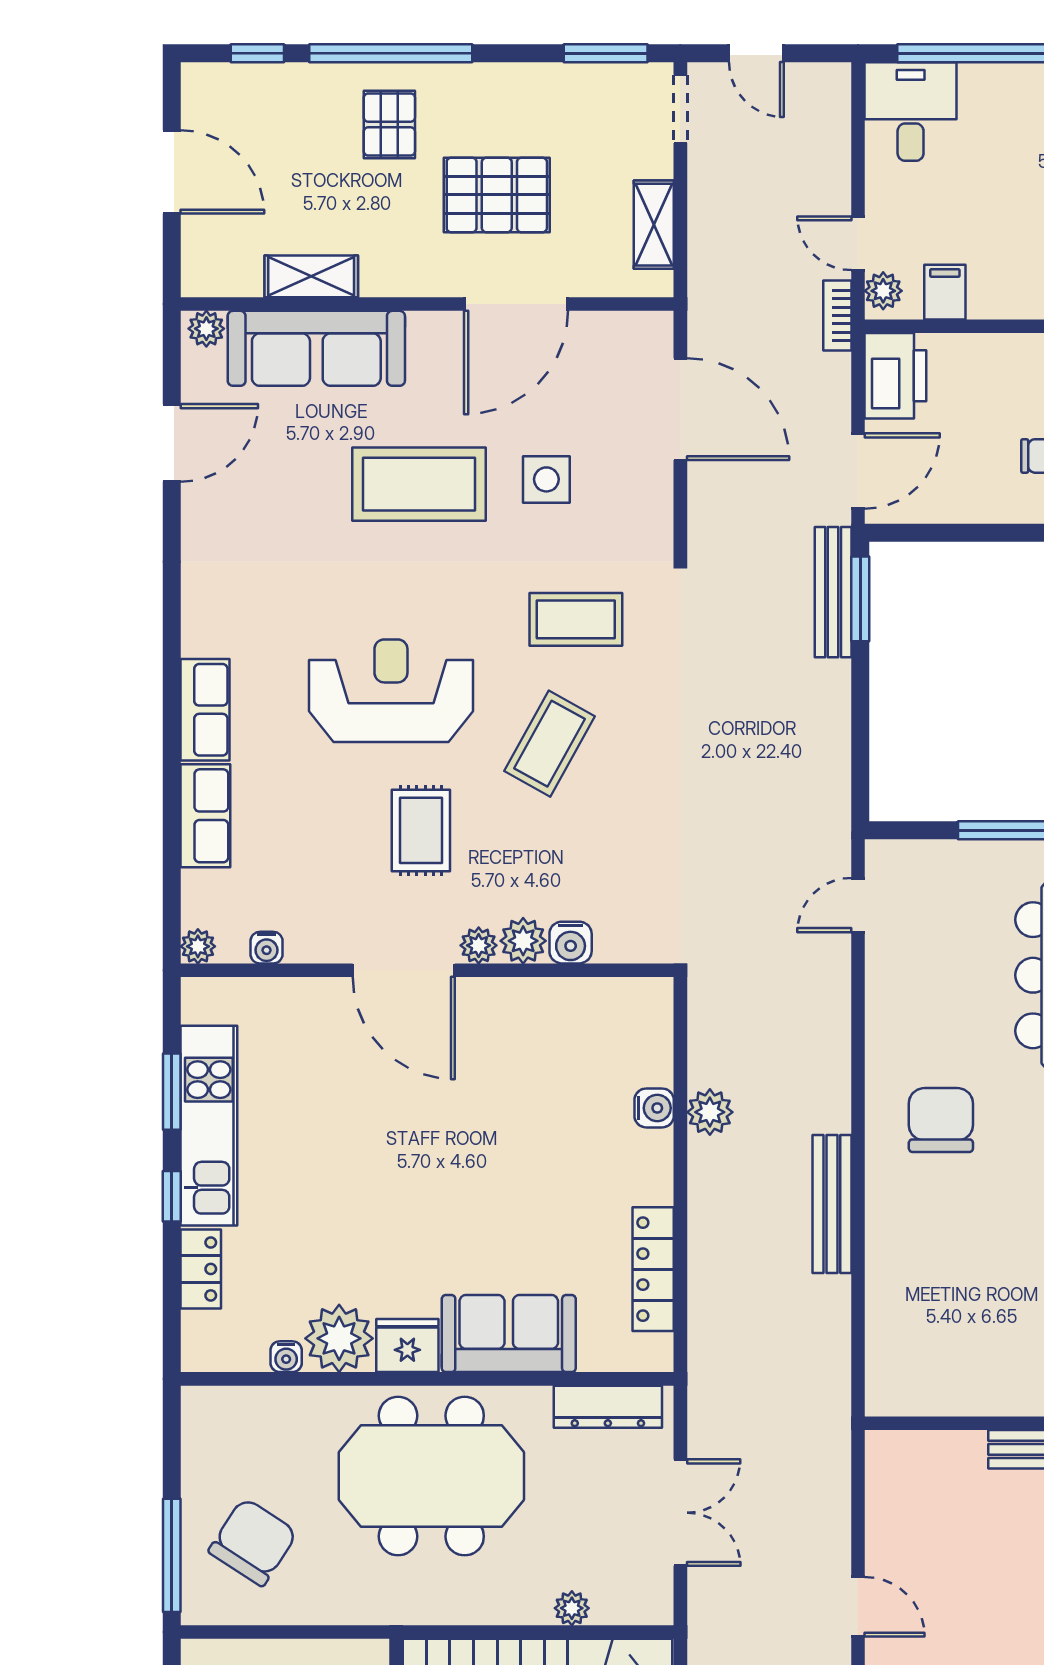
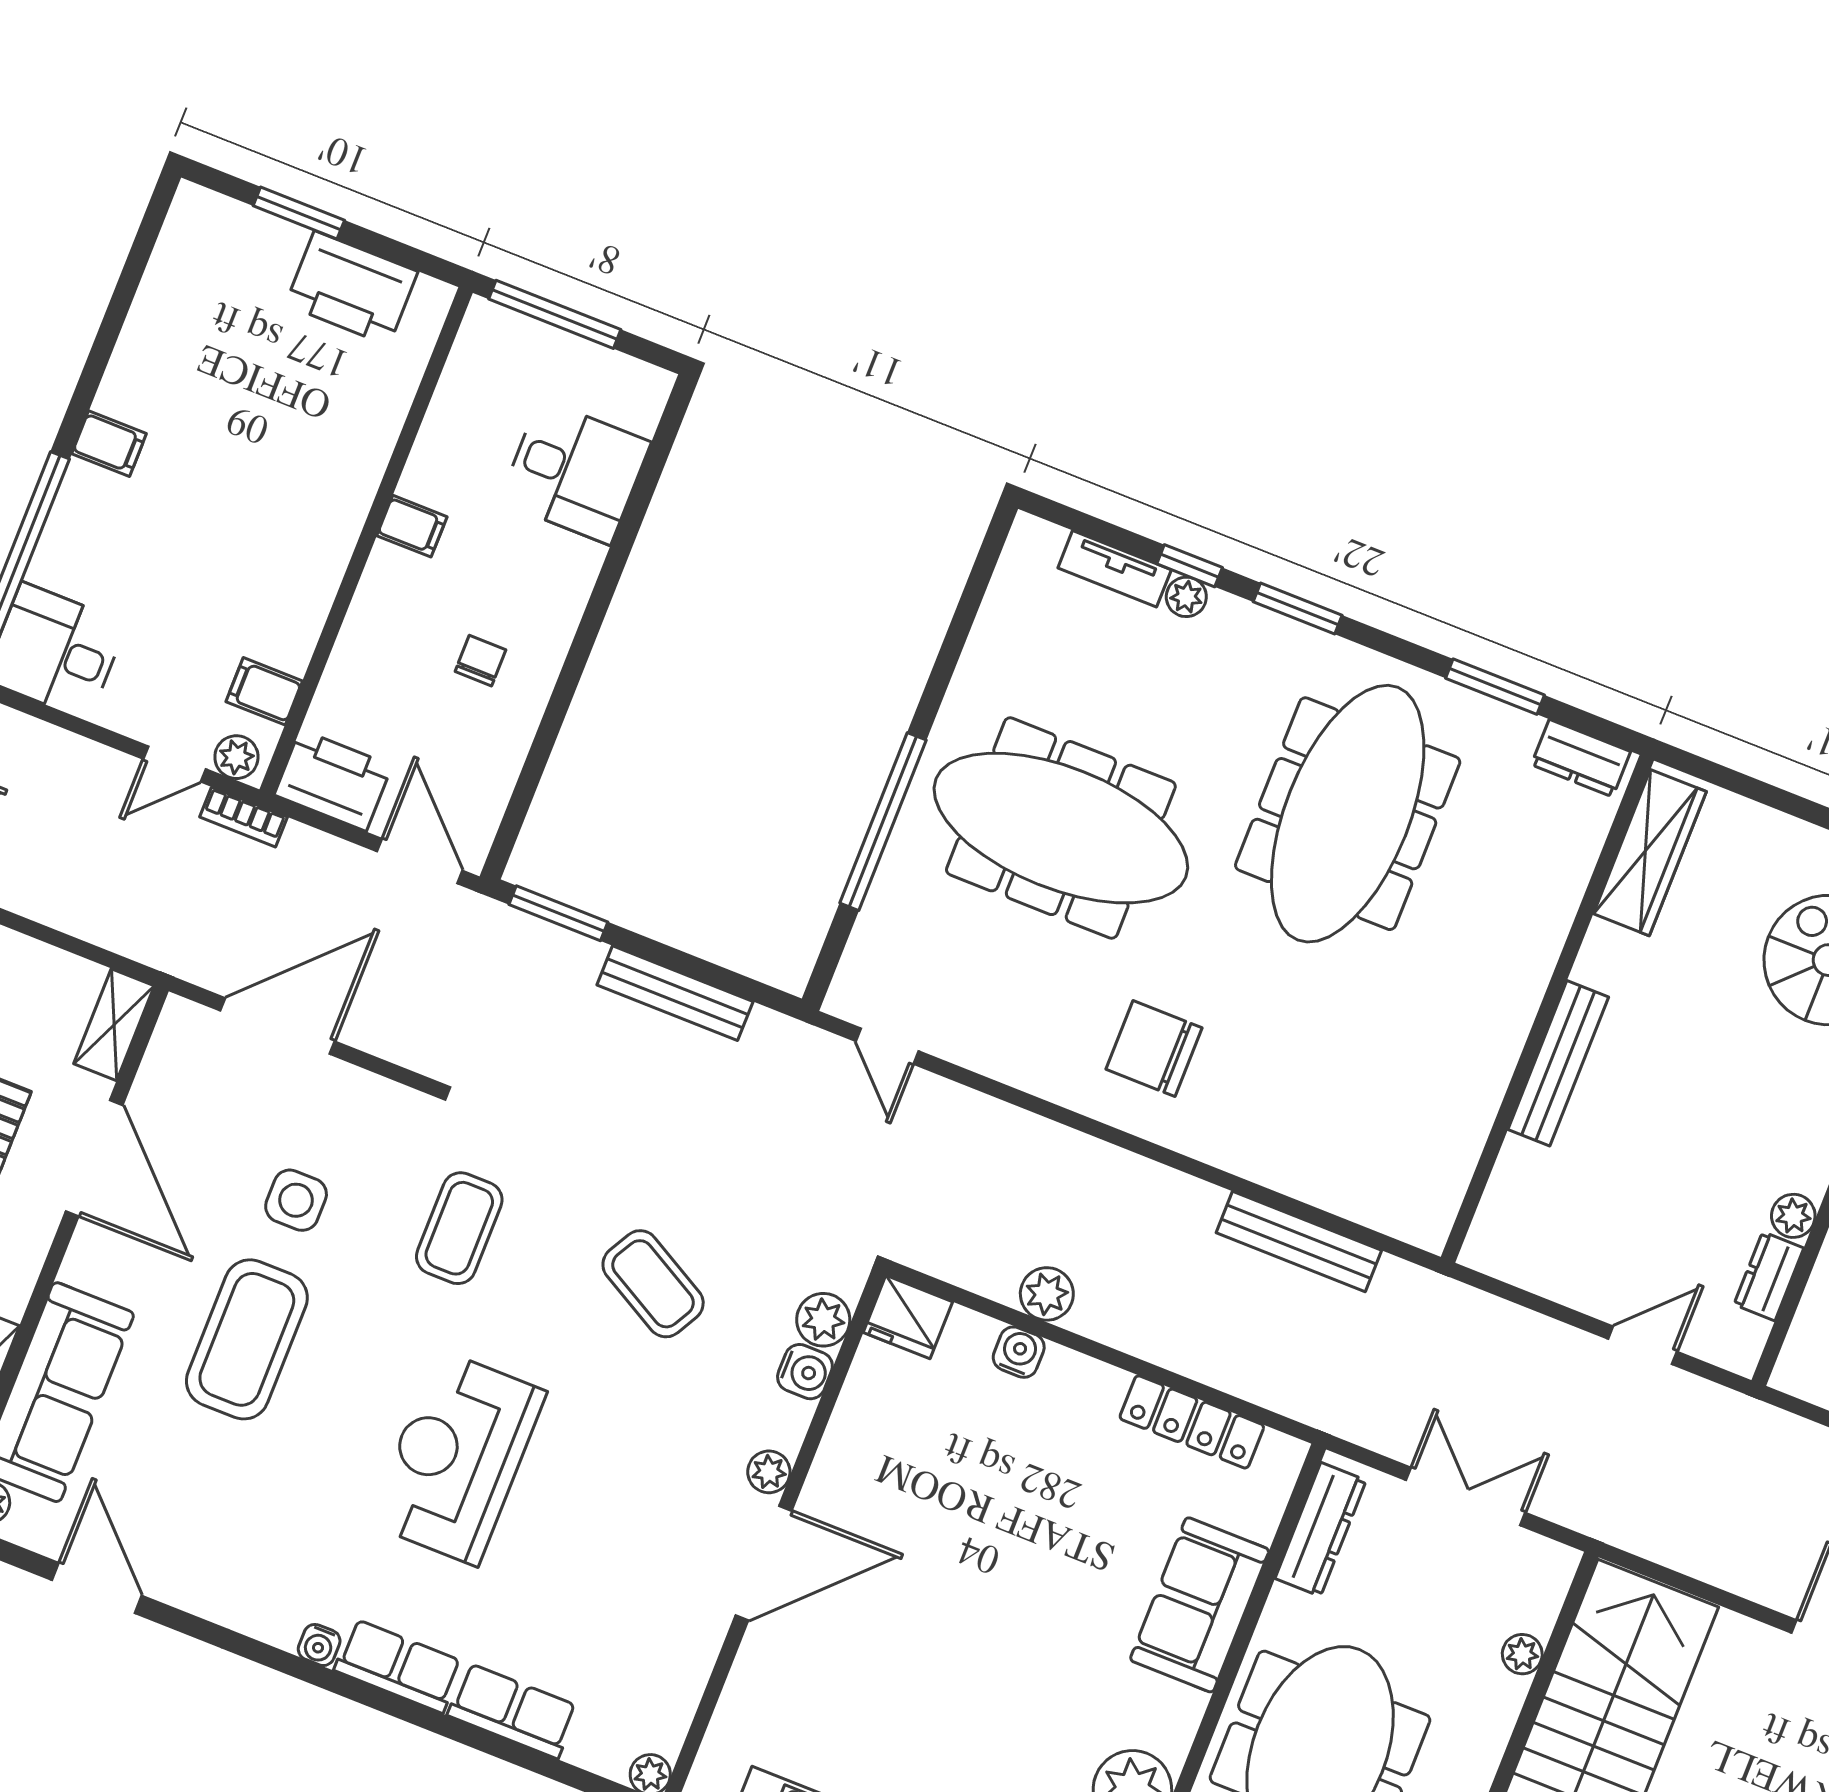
shelving: (654, 225) -> (114, 1025), moved, turned 90
bench: (833, 592) -> (675, 993), moved
coffee table: (549, 744) -> (653, 1284), moved
rug: (421, 830) -> (621, 1485), removed
plant: (523, 941) -> (823, 1320), moved
water cooler: (267, 948) -> (319, 1645), moved, turned 90
bench: (832, 1204) -> (1299, 1242), moved
fridge: (407, 1346) -> (908, 1317), moved, turned -90

